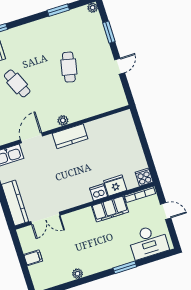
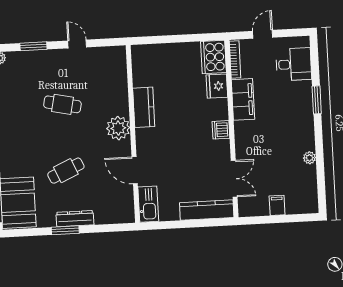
plant: (63, 120) -> (118, 128), width x1.88, depth x1.88
kitchen counter: (70, 136) -> (144, 107), moved
cooker: (144, 177) -> (213, 57), width x1.87, depth x1.31
dishwasher: (99, 192) -> (221, 130), moved
desk: (148, 242) -> (294, 64), width x0.73

